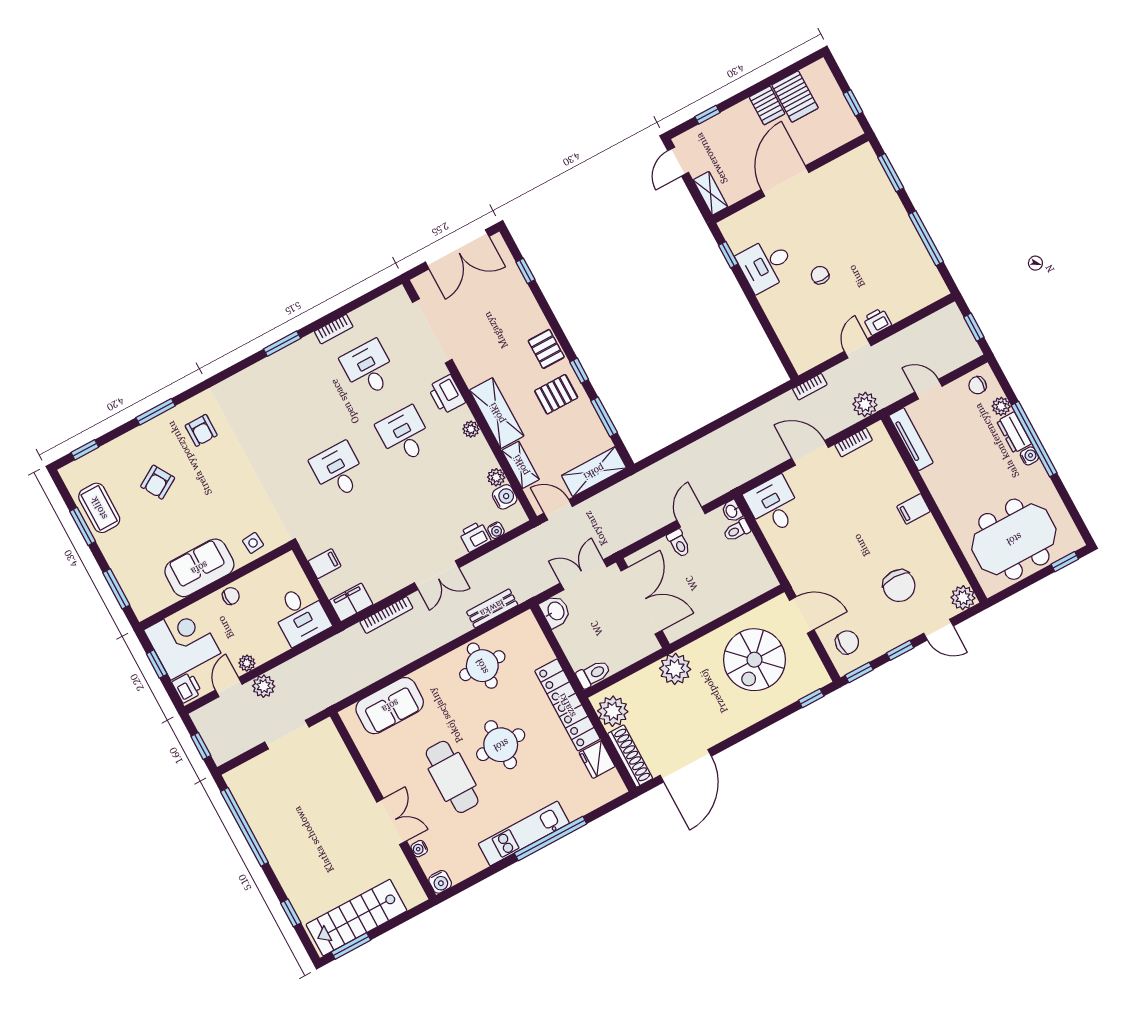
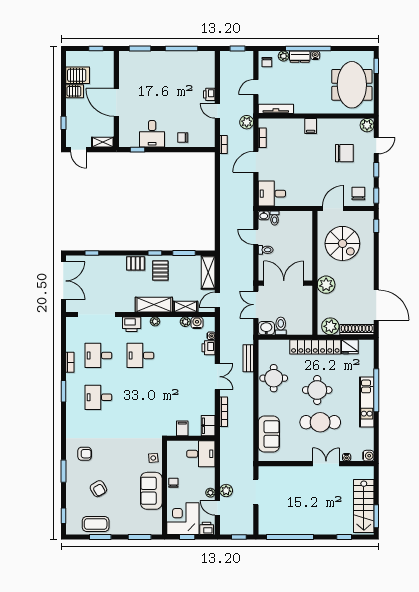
chair: (820, 275) -> (183, 138), moved
desk: (338, 471) -> (98, 397), moved
toilet: (594, 674) -> (281, 326), moved

